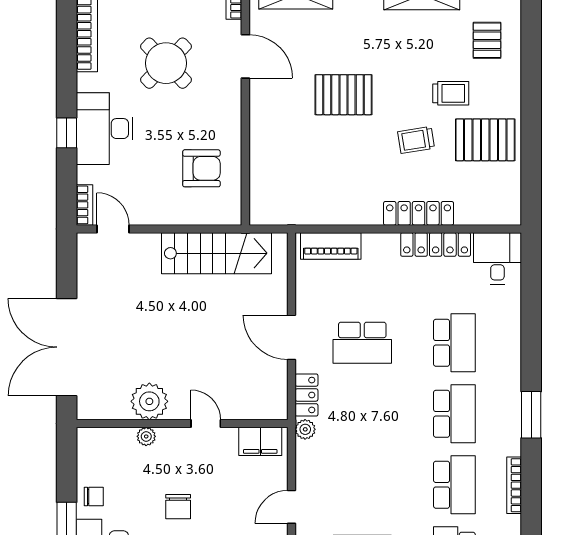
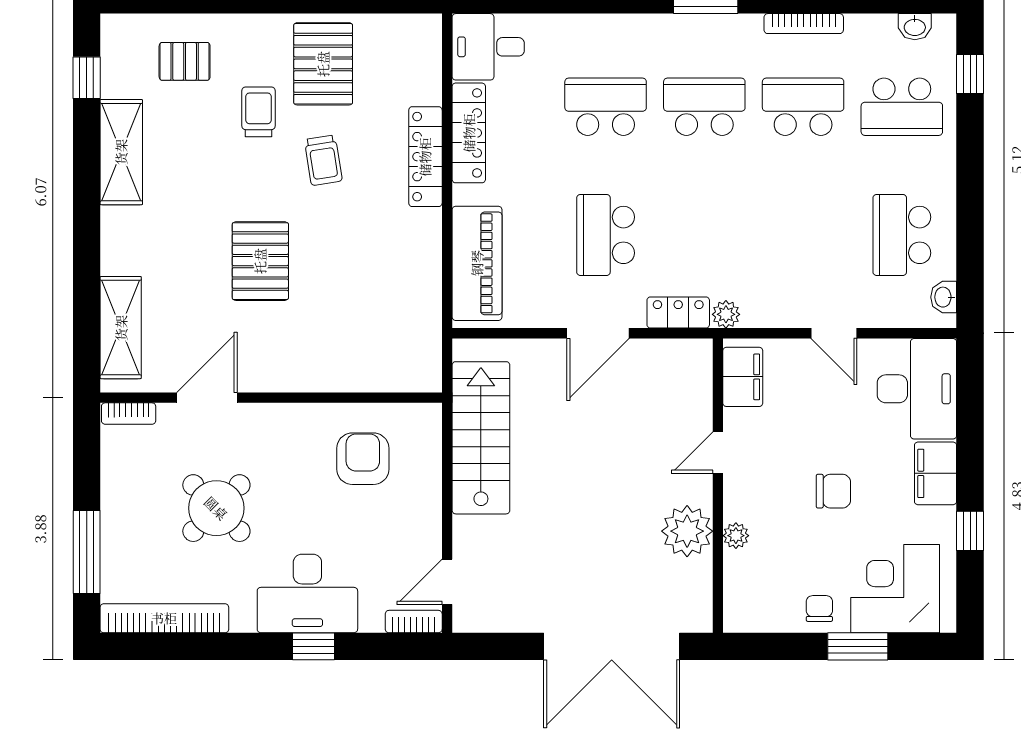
piano: (331, 246) -> (477, 263), width x1.37, depth x1.33
school desk: (362, 343) -> (606, 235), turned 180

